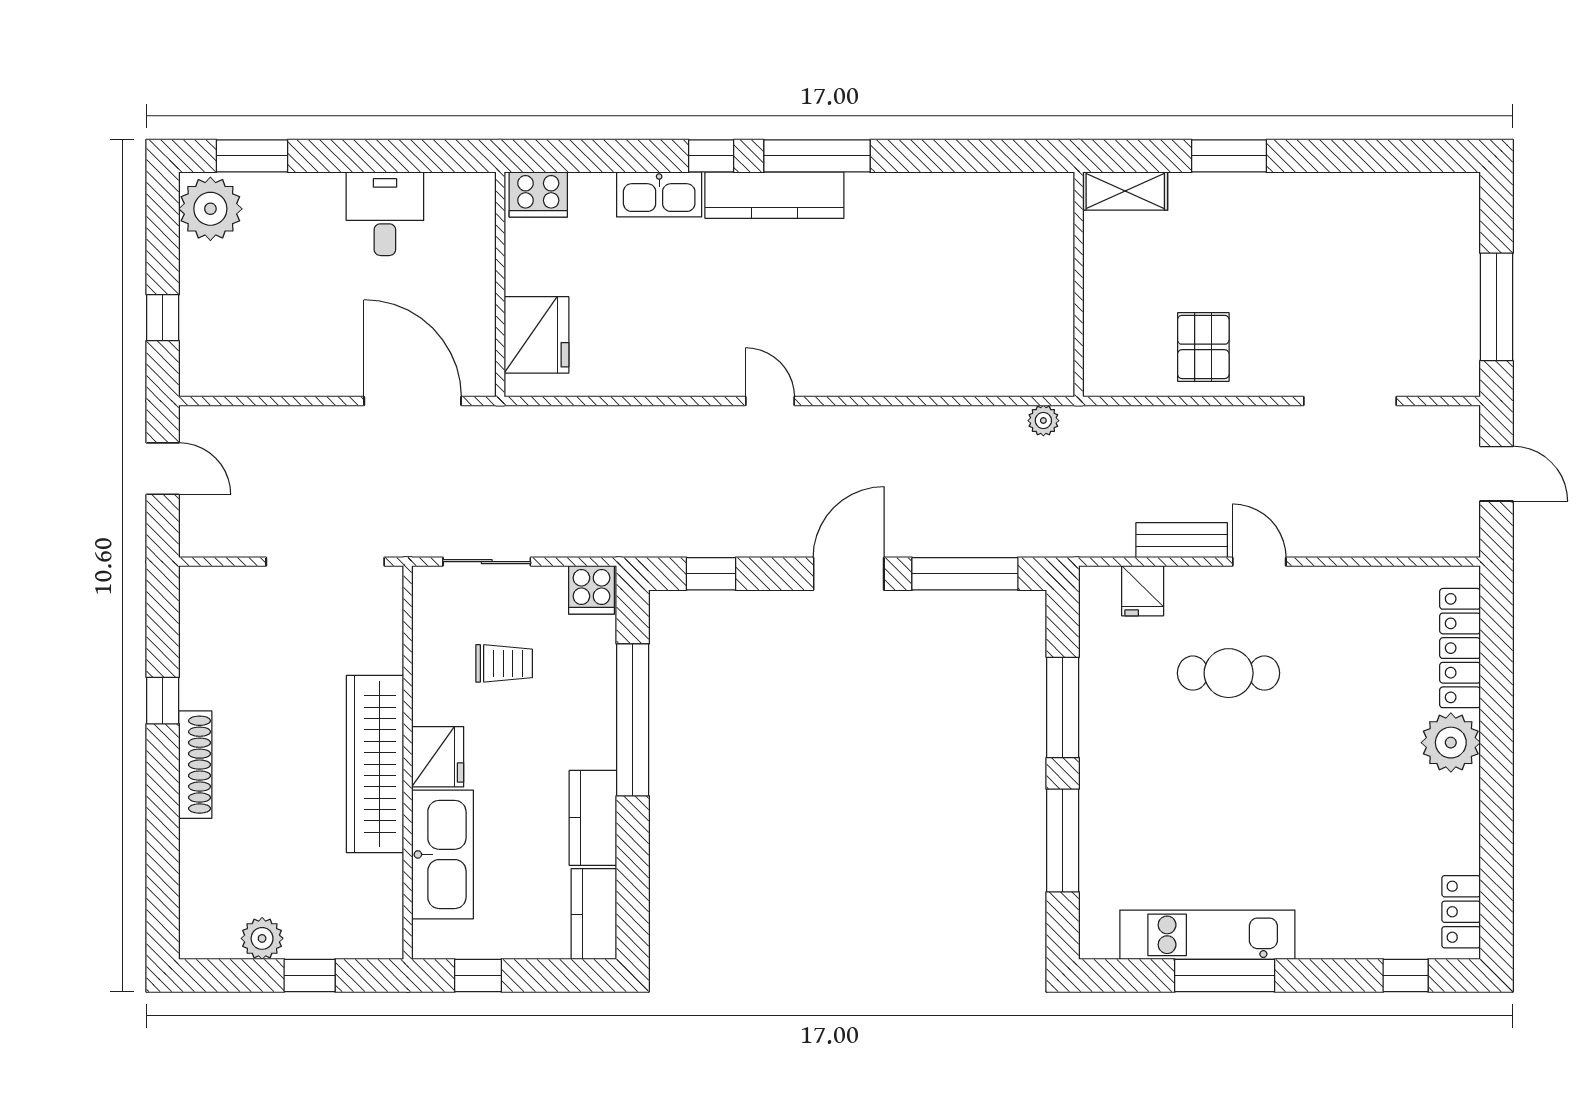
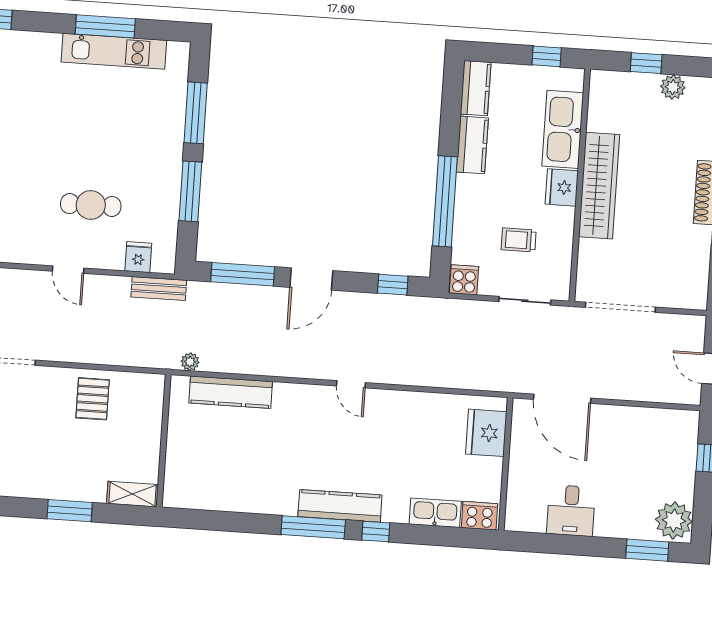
kitchen sink: (659, 194) -> (435, 513), moved
kitchen counter: (972, 374) -> (231, 392), added
bench: (1182, 540) -> (159, 289), moved

